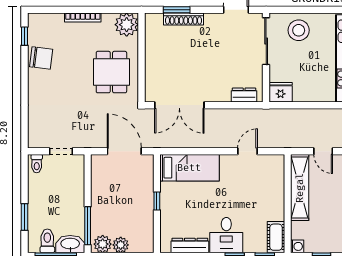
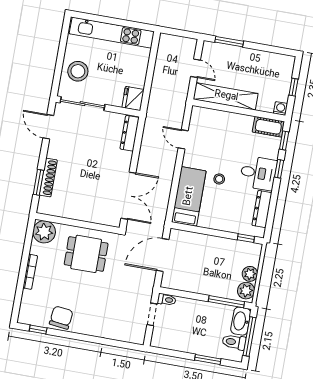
dresser: (244, 95) -> (130, 133), width x1.44
door: (323, 151) -> (196, 68), hinge flipped
toilet: (37, 164) -> (167, 300), moved
stool: (213, 196) -> (219, 179), added
window: (157, 201) -> (246, 238), moved

